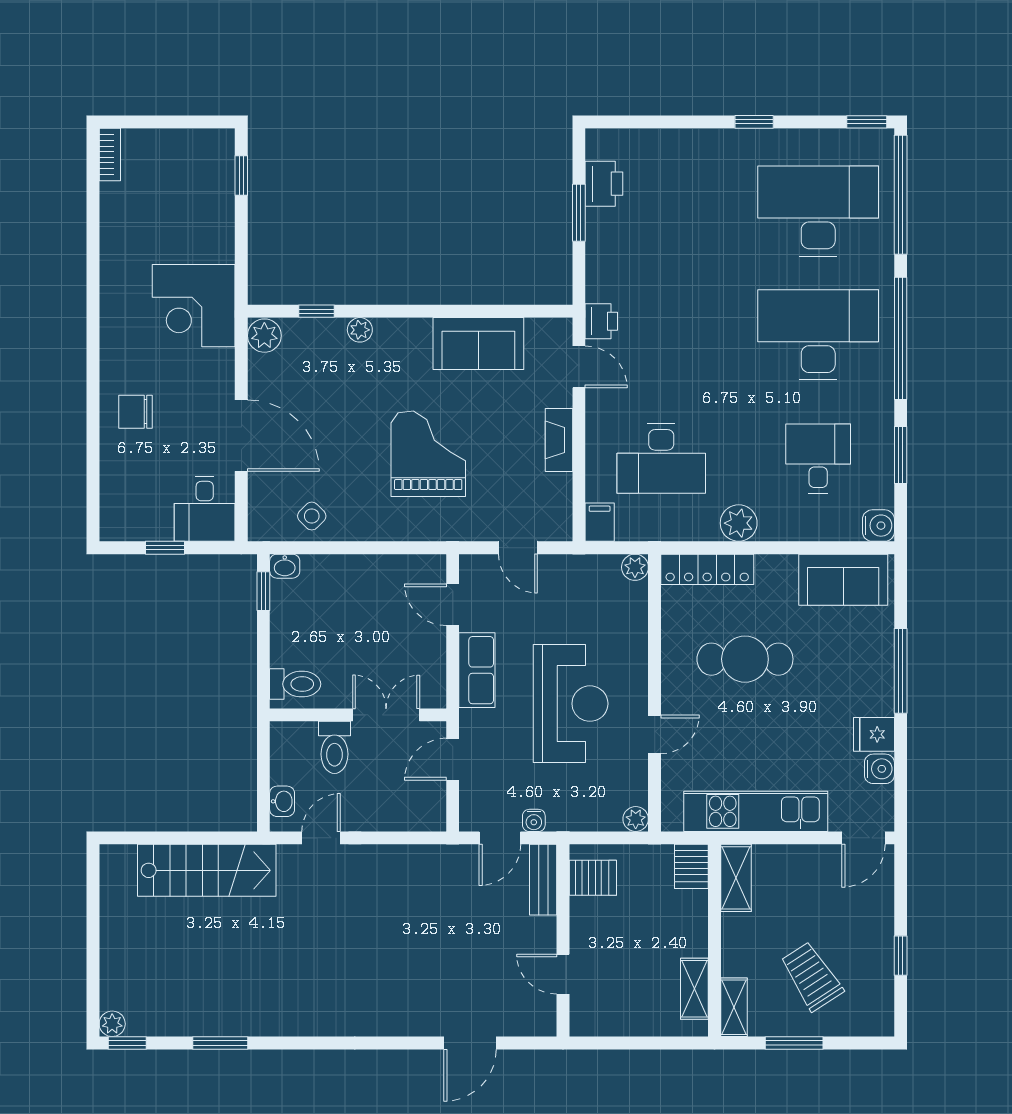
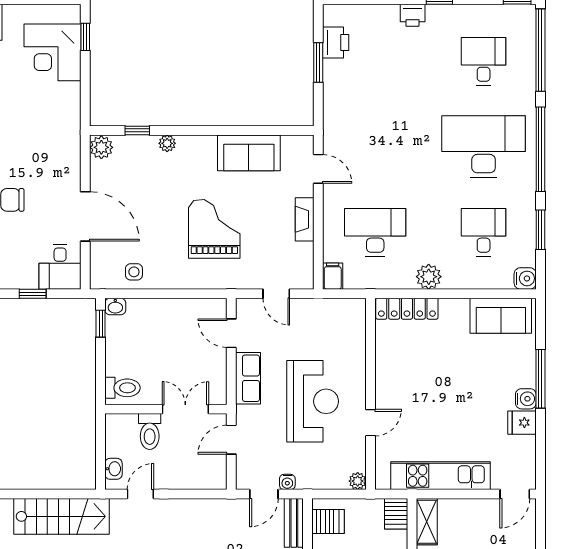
desk: (818, 211) -> (484, 61), width x0.53, depth x0.77
corner desk: (194, 306) -> (53, 52), moved
printer: (601, 321) -> (413, 15), moved, turned 90
desk: (661, 459) -> (375, 232), turned 180
side table: (312, 516) -> (134, 272), turned 45
plant: (635, 567) -> (357, 307), removed
cafe table: (745, 659) -> (433, 371), removed
water cooler: (879, 769) -> (526, 399), moved

